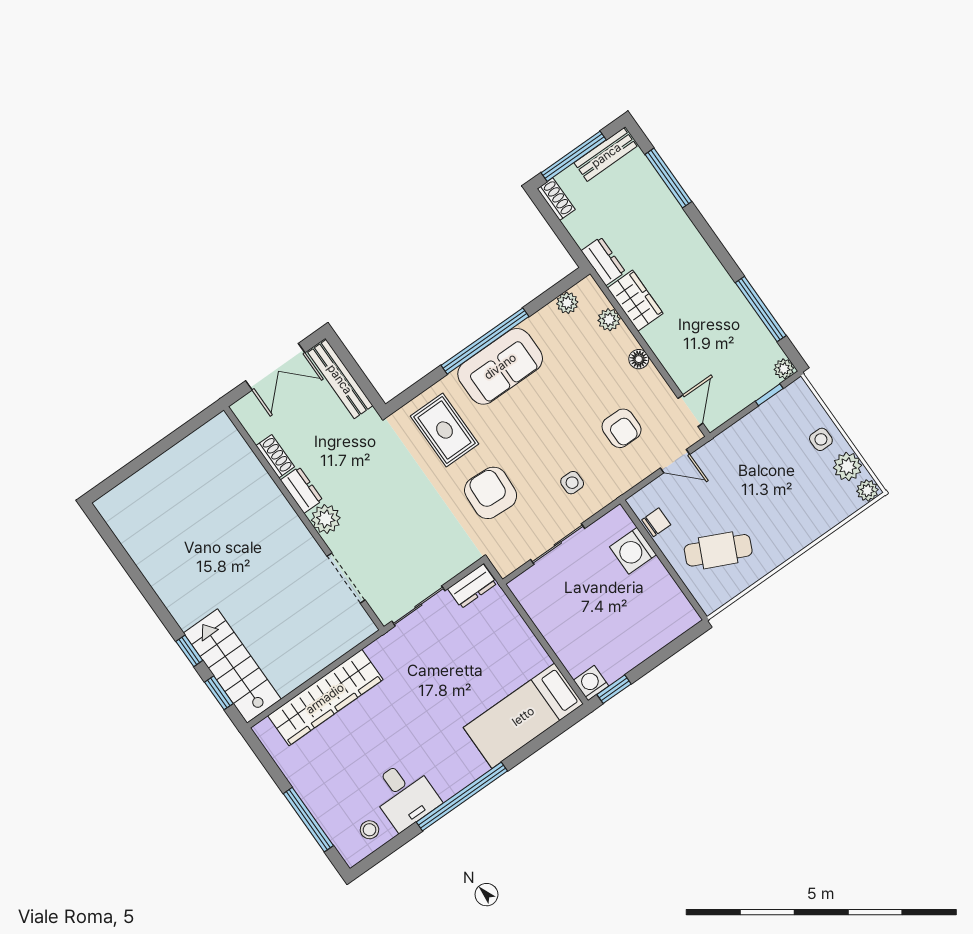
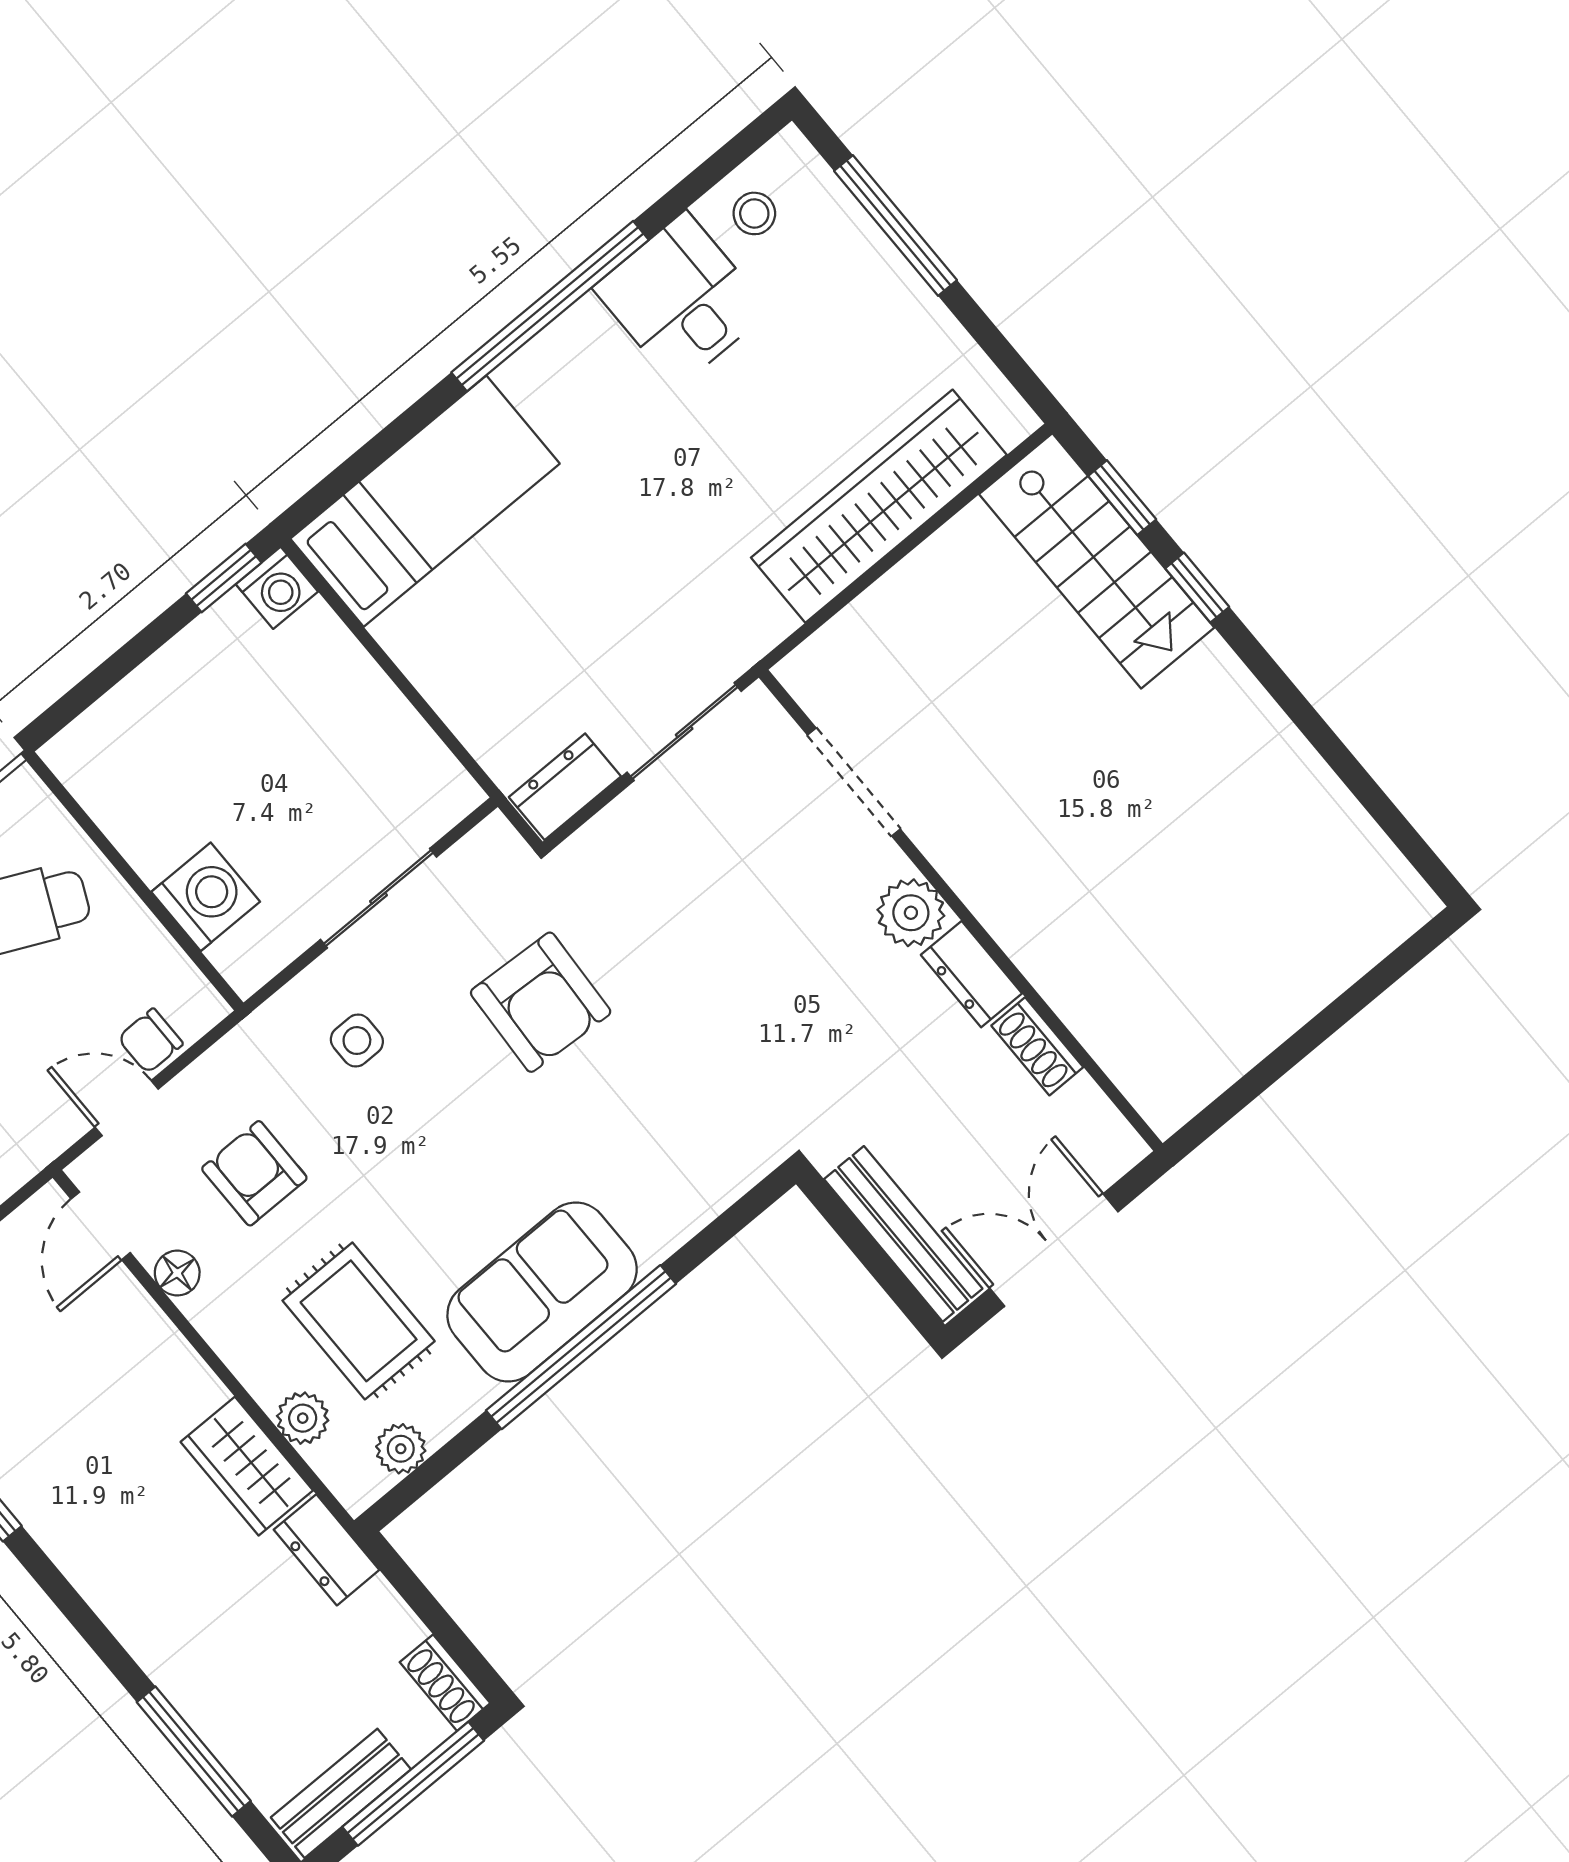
floor lamp: (639, 359) -> (177, 1273), moved
rug: (444, 430) -> (359, 1321), moved
chair: (656, 522) -> (150, 1041), moved

